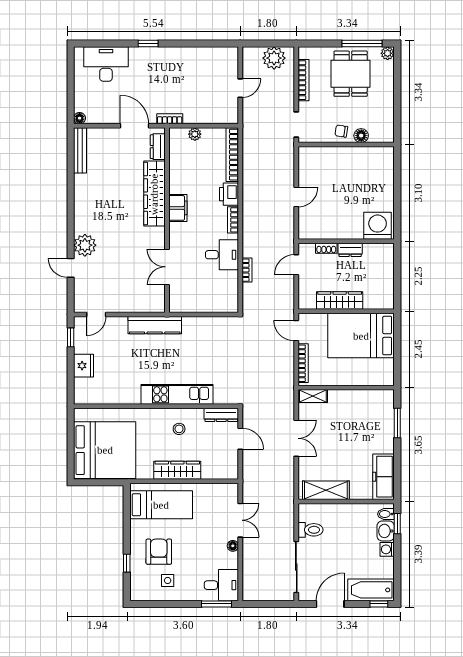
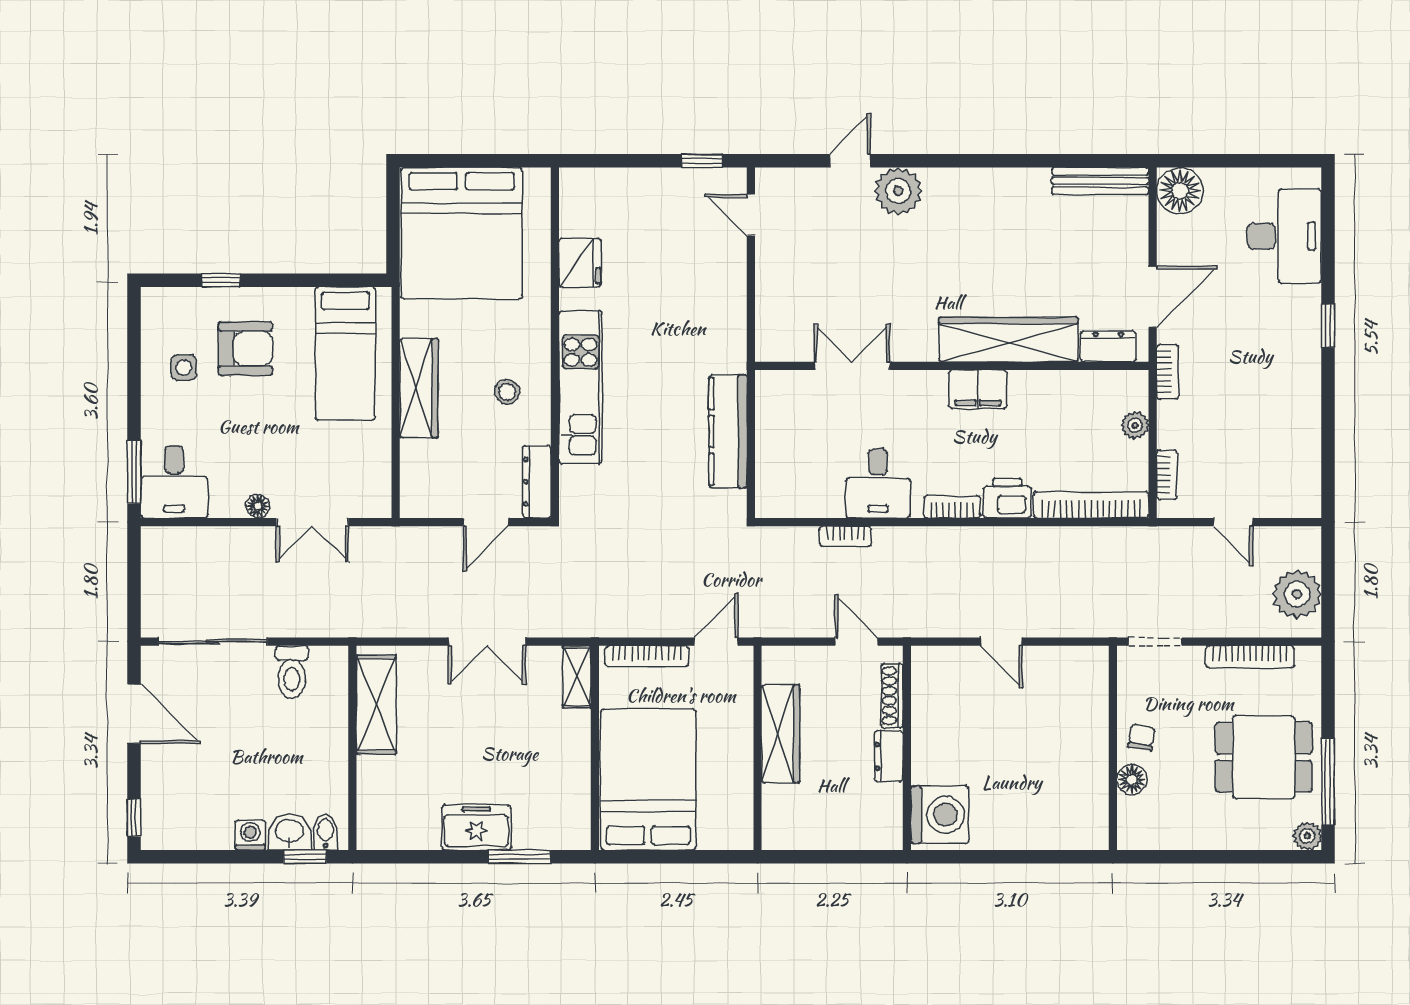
floor lamp: (80, 118) -> (1180, 191), width x1.89, depth x1.89
bookcase: (218, 119) -> (1167, 474), added
shoe rack: (326, 248) -> (892, 696), width x1.43
kitchen counter: (155, 325) -> (728, 431), moved
bed: (361, 336) -> (648, 779), moved
fridge: (84, 366) -> (580, 263), moved, turned -90
freezer: (384, 477) -> (476, 828), moved, width x0.71
bathtub: (371, 590) -> (164, 801), removed

